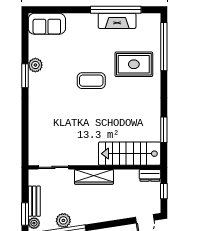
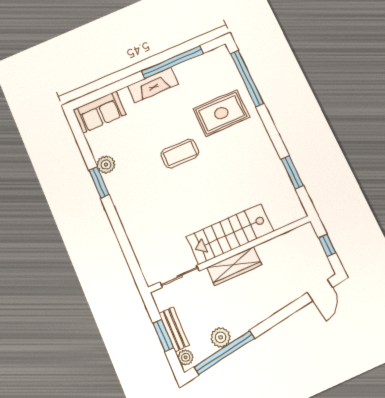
fireplace: (117, 21) -> (153, 85), moved
stairs: (130, 154) -> (230, 234), moved
dresser: (150, 175) -> (301, 234), removed
window: (25, 214) -> (163, 336), moved

